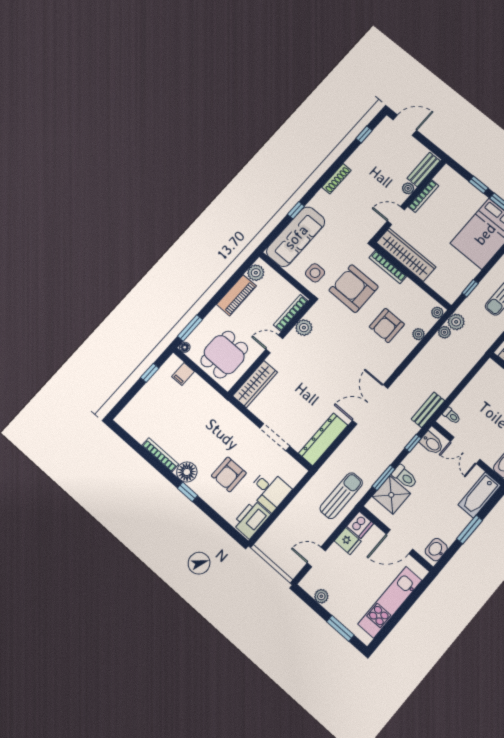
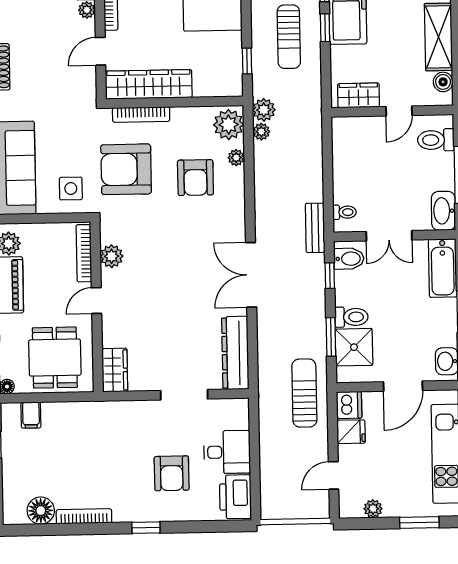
plant: (437, 313) -> (229, 125), width x1.88, depth x1.88
wardrobe: (255, 384) -> (115, 370), width x0.67
floor lamp: (187, 472) -> (41, 511), moved

